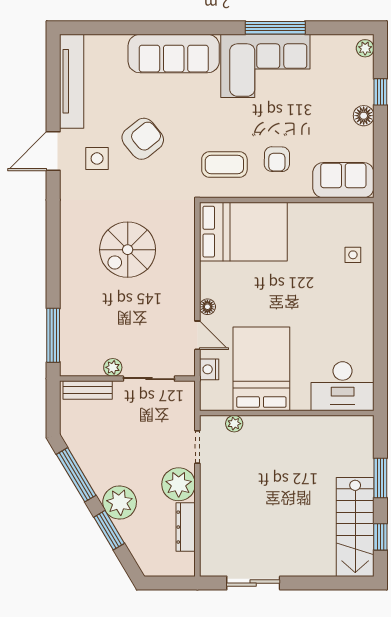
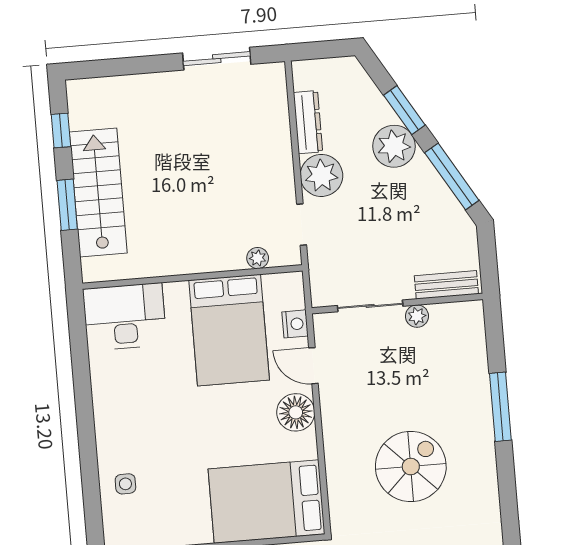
floor lamp: (207, 307) -> (296, 412), width x1.89, depth x1.89
window: (53, 335) -> (500, 407), moved
stairs: (355, 527) -> (98, 192), moved

